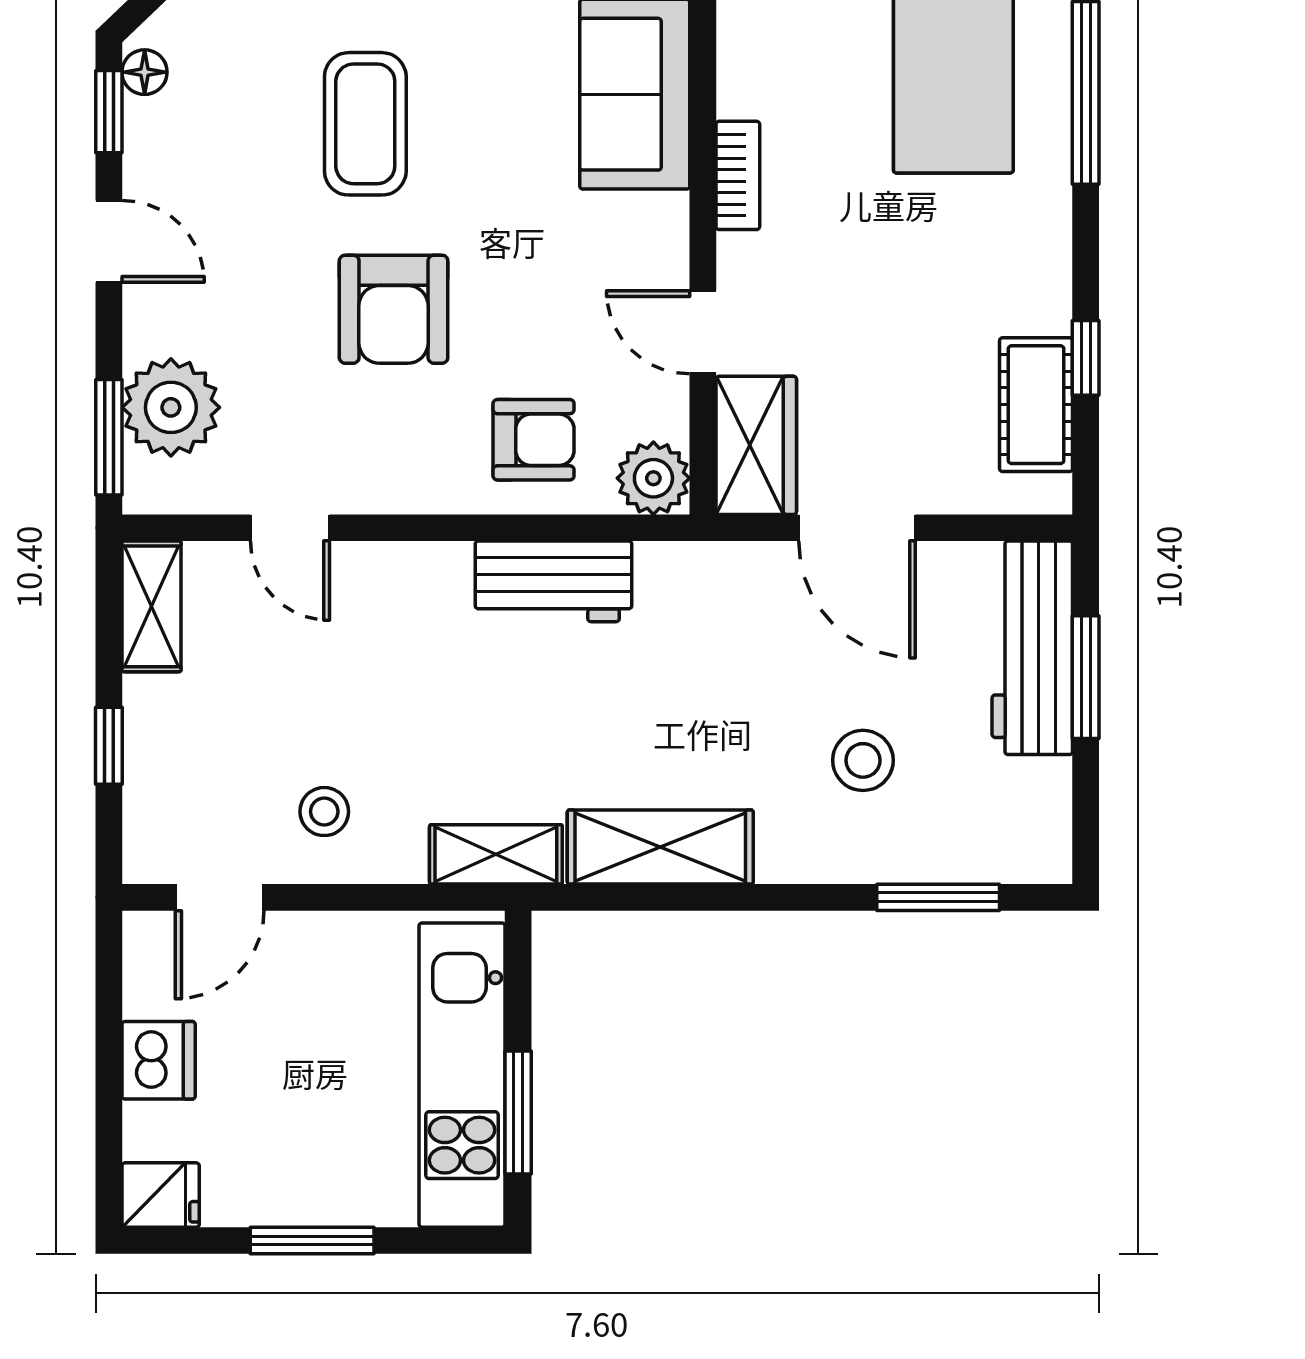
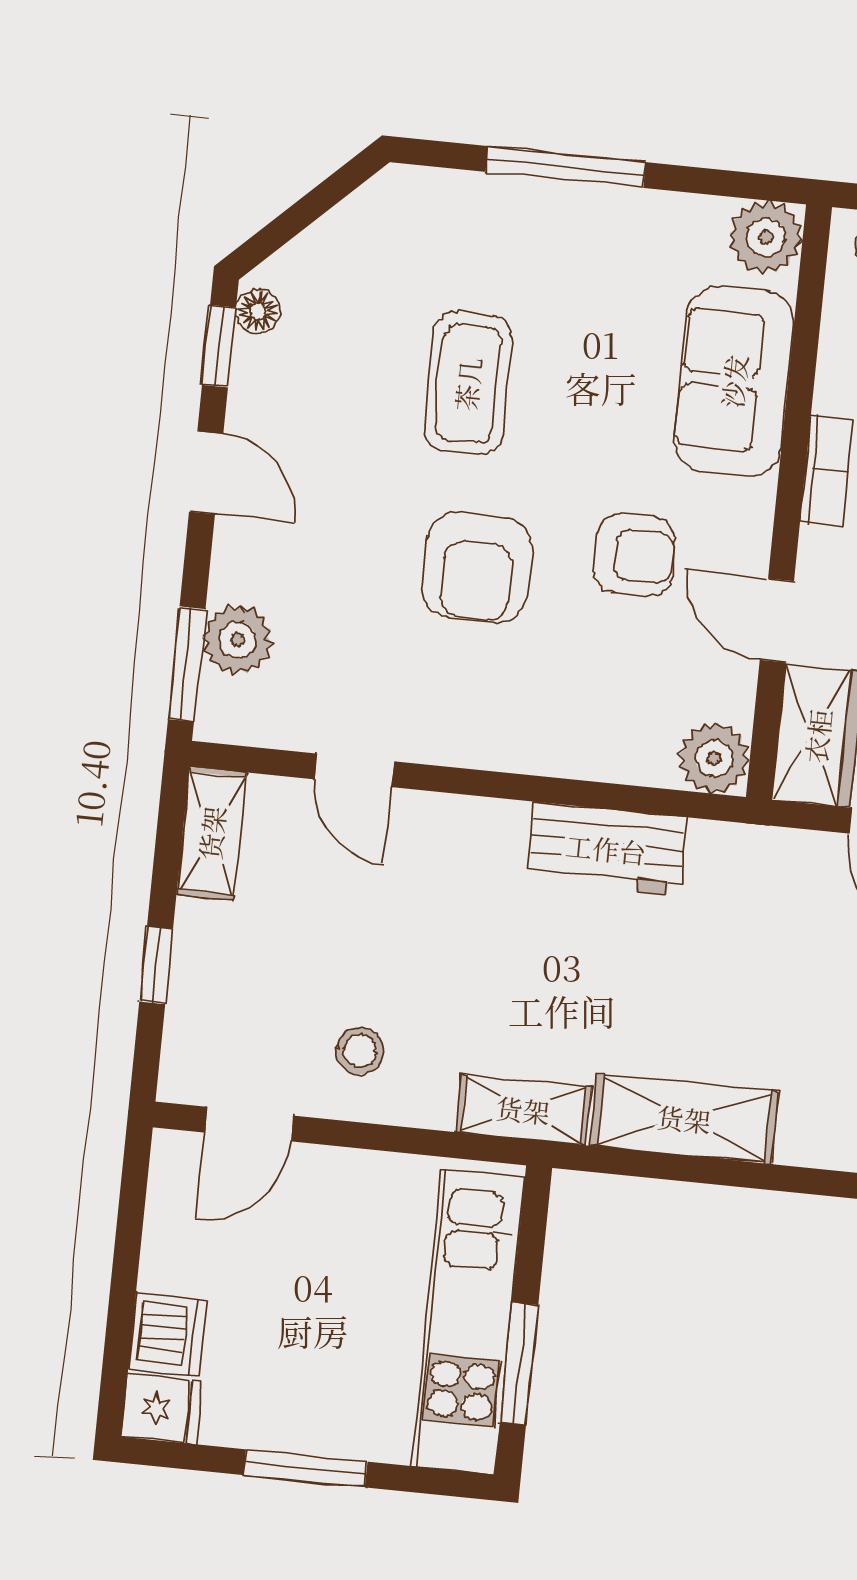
plant: (171, 407) -> (237, 640), width x0.73, depth x0.73
armchair: (534, 440) -> (634, 555), moved
dishwasher: (159, 1060) -> (168, 1334), moved

